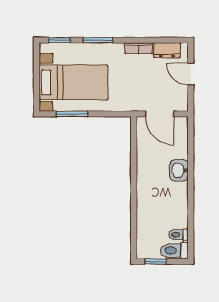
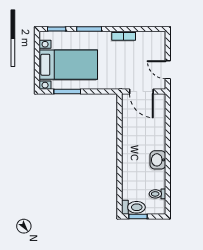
dresser: (167, 50) -> (148, 37), removed
door: (191, 74) -> (168, 70), moved
washbasin: (179, 170) -> (158, 160), moved
toilet: (174, 251) -> (133, 207), moved, turned 180

